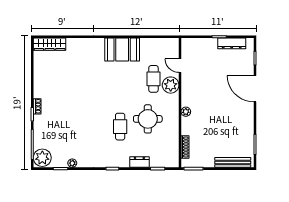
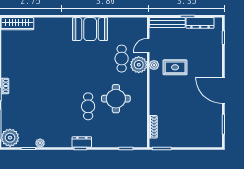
door: (180, 66) -> (148, 45), hinge flipped
rug: (207, 88) -> (175, 67), added
door: (255, 89) -> (223, 90), moved
plant: (186, 112) -> (154, 65), moved
dresser: (139, 162) -> (82, 142), moved
bench: (233, 162) -> (167, 22), moved

